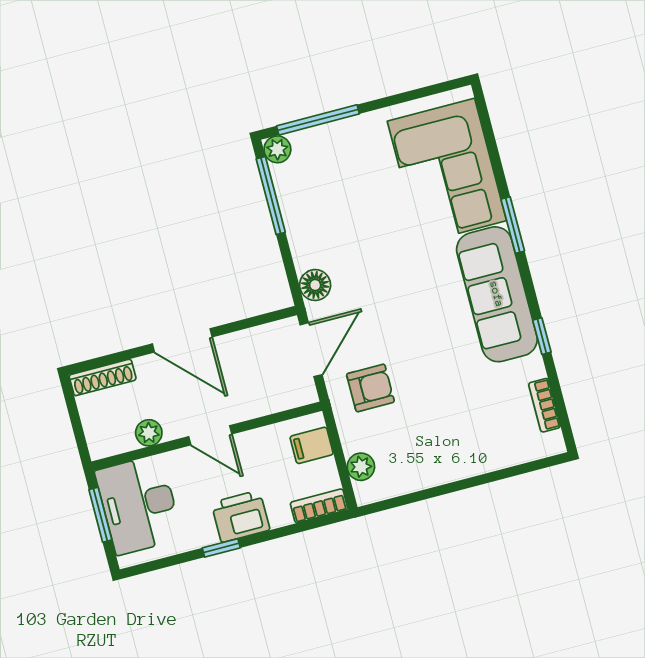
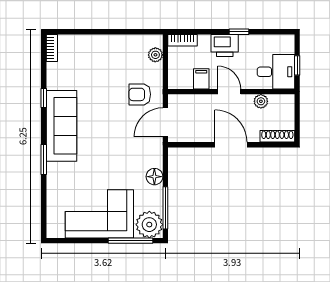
plant: (277, 149) -> (149, 225), width x1.88, depth x1.88
corner sofa: (447, 171) -> (99, 214), moved, turned -90
floor lamp: (315, 285) -> (154, 177), moved
bookcase: (544, 405) -> (52, 48), moved
filing cabinet: (312, 445) -> (201, 79), moved, turned -90
desk: (139, 505) -> (276, 72), width x0.73
window: (100, 515) -> (297, 65), width x0.67

